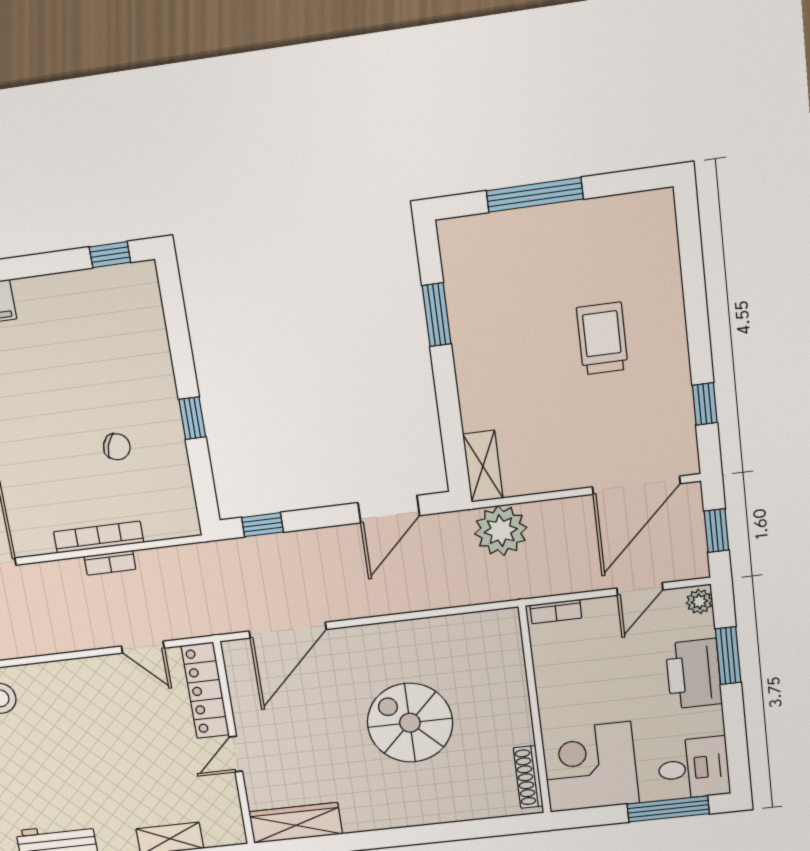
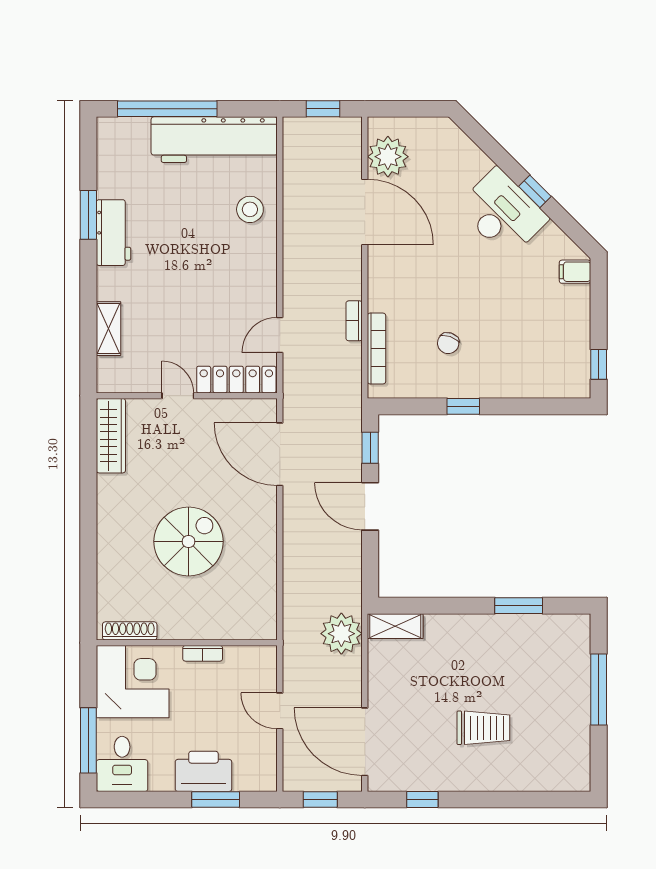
door: (389, 509) -> (370, 506), moved
bookcase: (99, 537) -> (377, 348), moved
door: (640, 589) -> (280, 711), moved
plant: (699, 602) -> (264, 781), removed
bookcase: (556, 612) -> (203, 653), moved, turned -90

